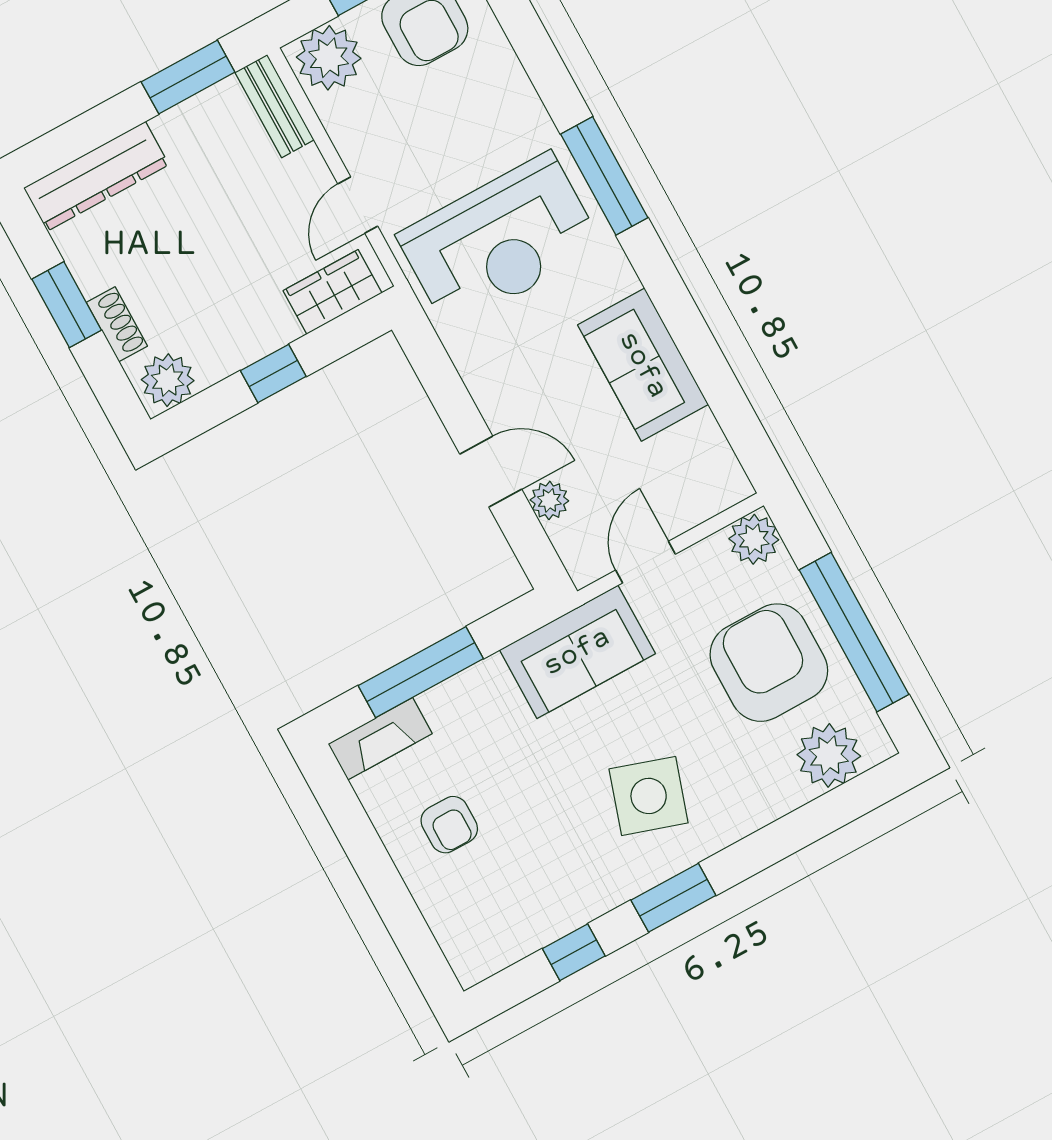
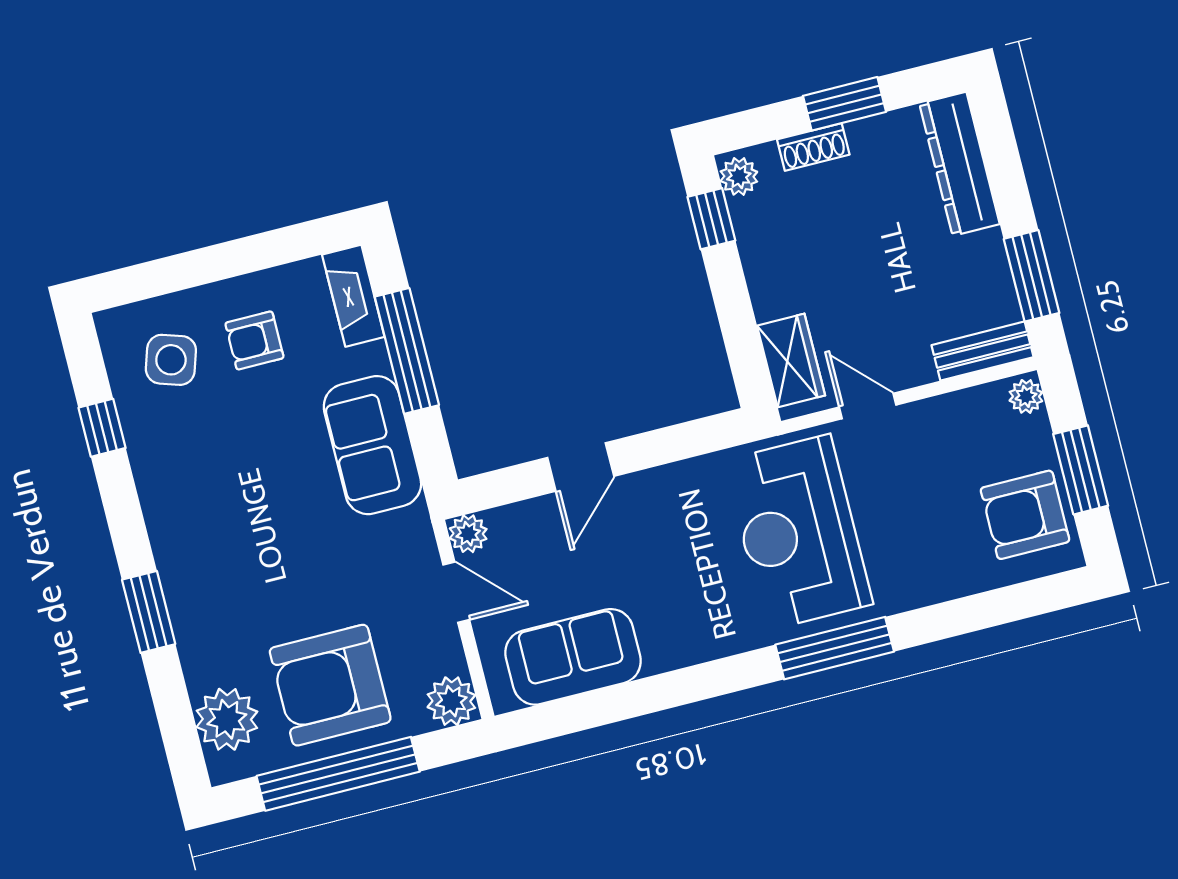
plant: (329, 58) -> (1026, 396), width x0.53, depth x0.53
sofa: (643, 365) -> (573, 657), moved
window: (273, 373) -> (711, 219), moved
plant: (168, 380) -> (739, 176), width x0.73, depth x0.73
plant: (549, 500) -> (468, 534), moved
sofa: (577, 652) -> (372, 445), moved
armchair: (769, 663) -> (330, 685), turned 180
side table: (649, 796) -> (171, 360), moved, width x0.73, depth x0.73
window: (673, 898) -> (149, 612), moved

